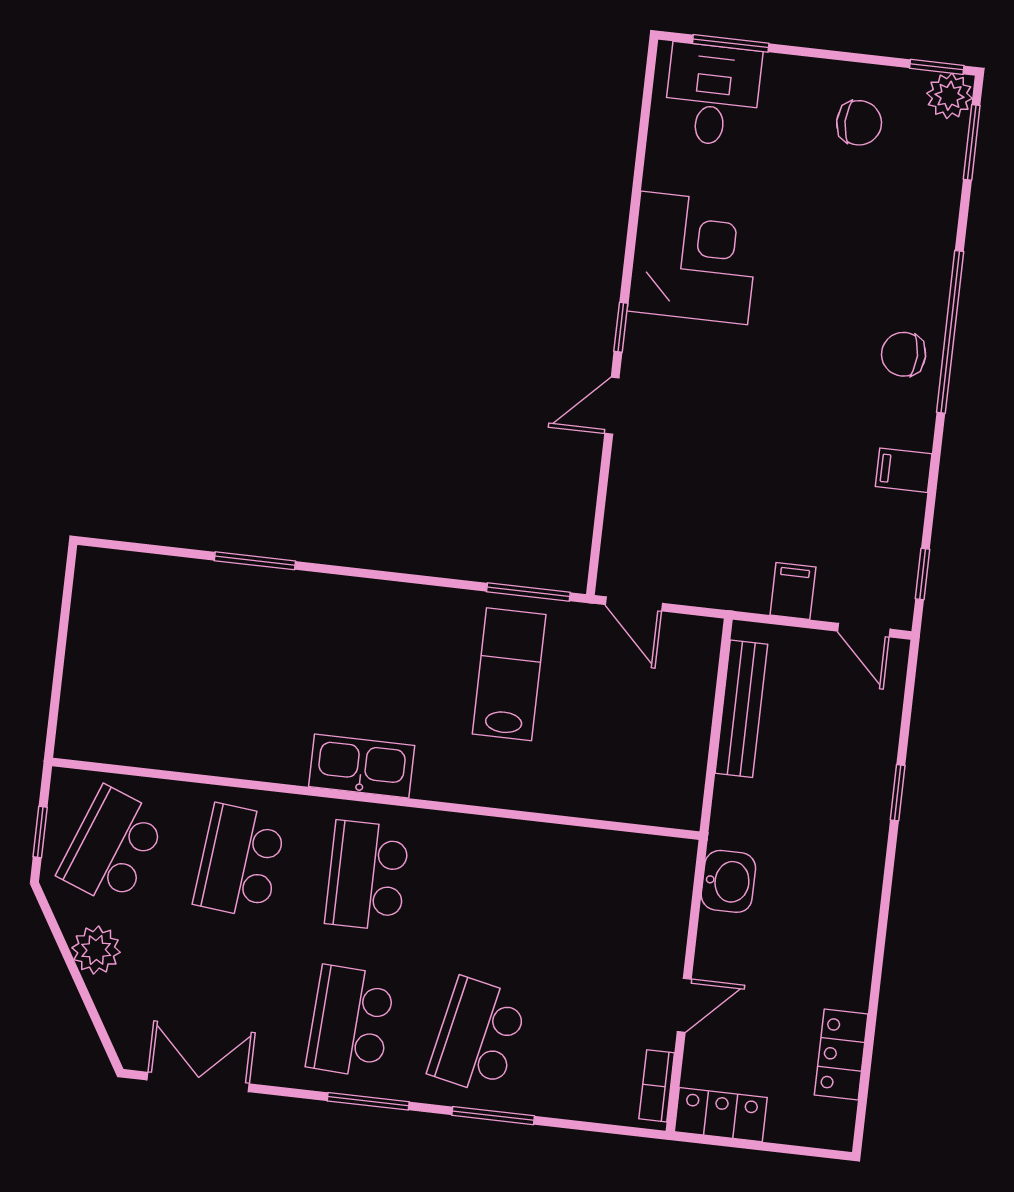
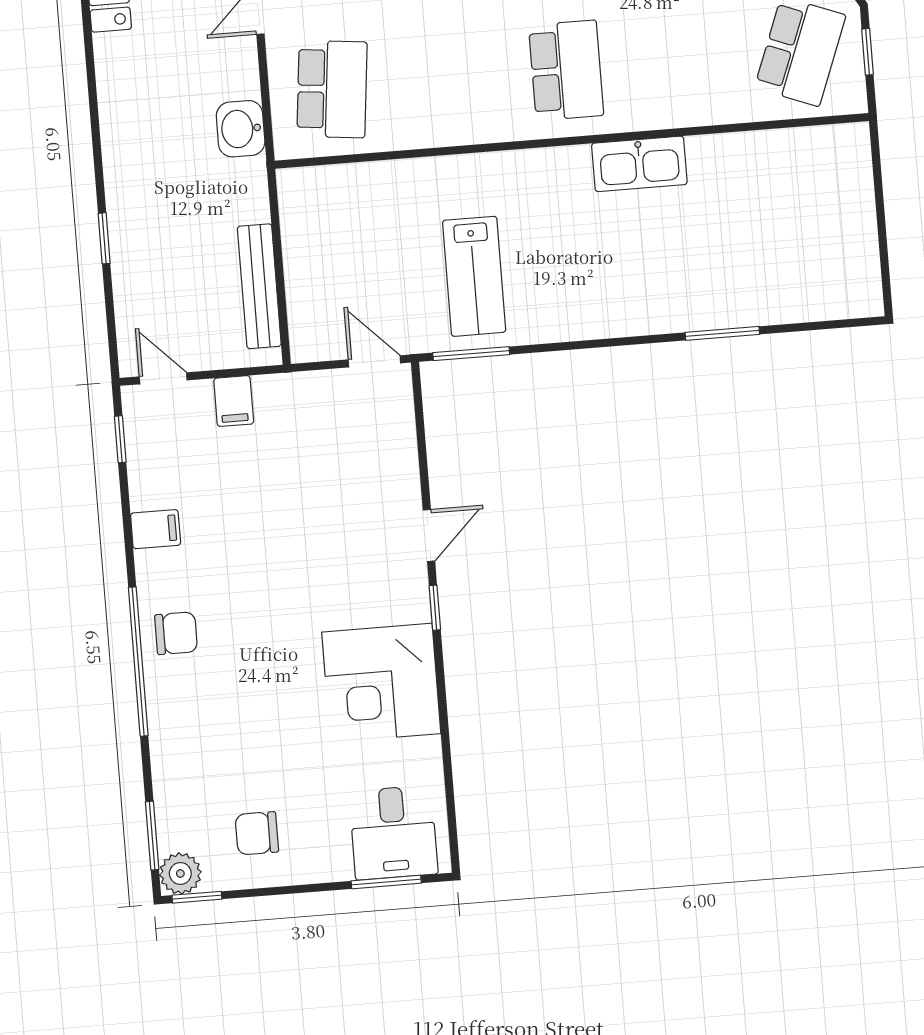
kitchen sink: (362, 766) -> (639, 164), moved
school desk: (240, 861) -> (332, 89), moved

